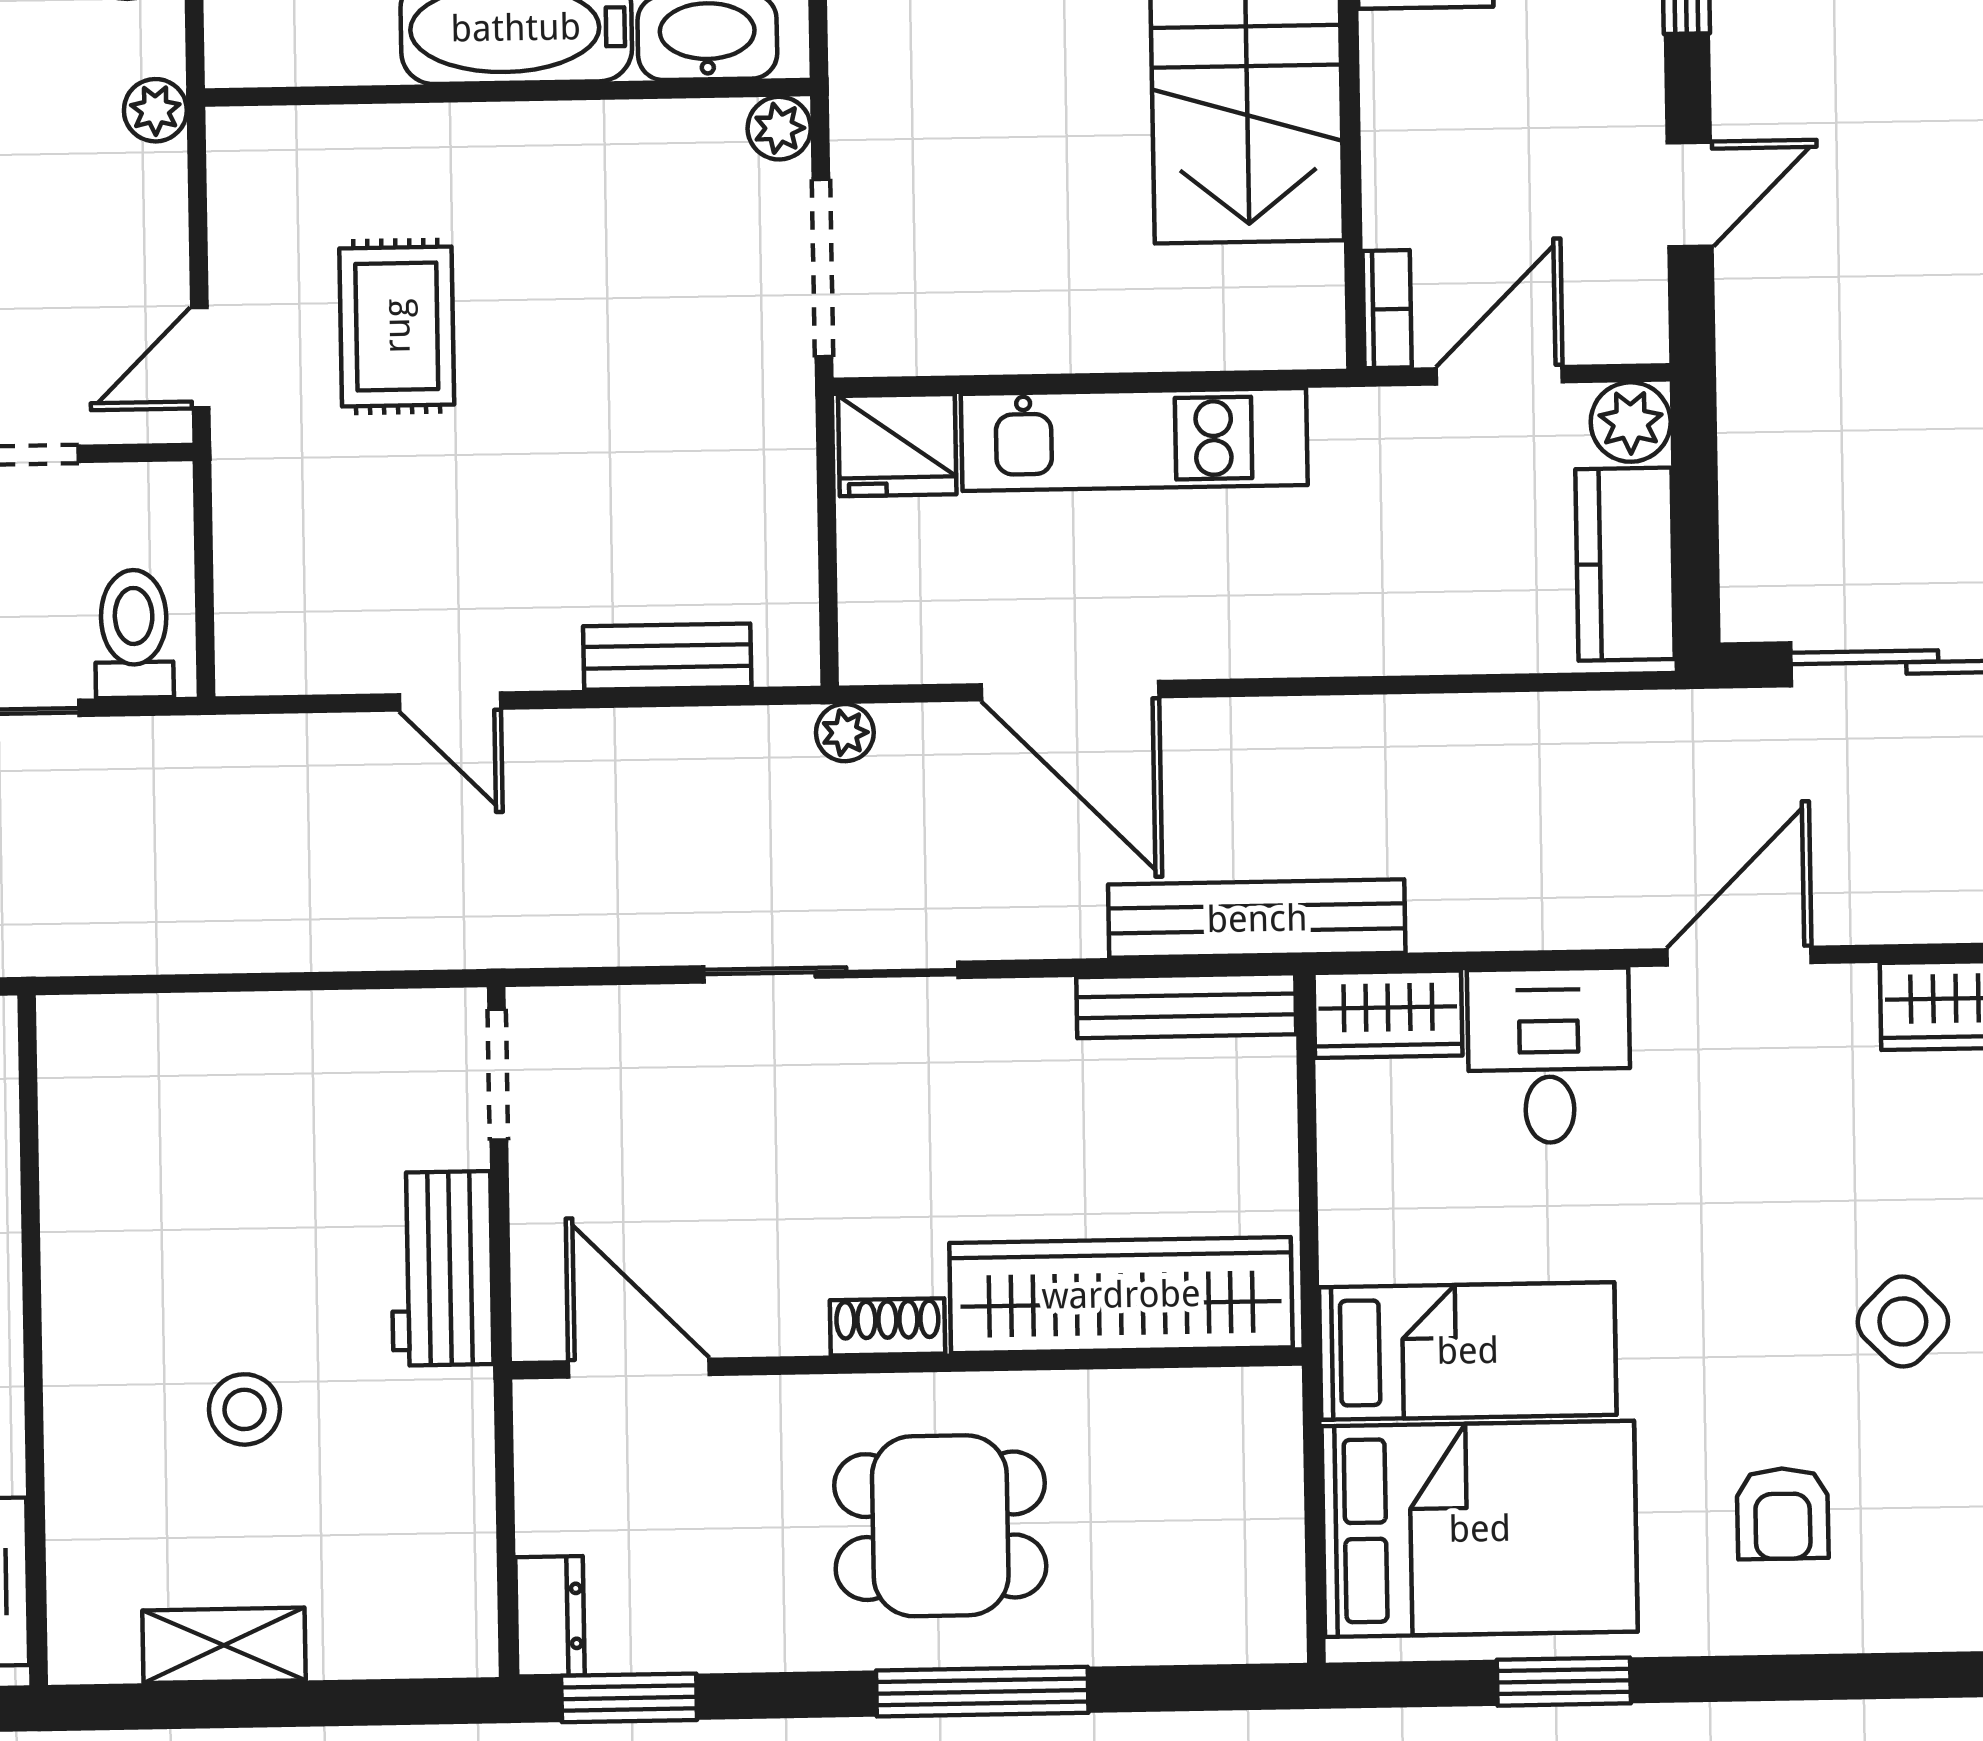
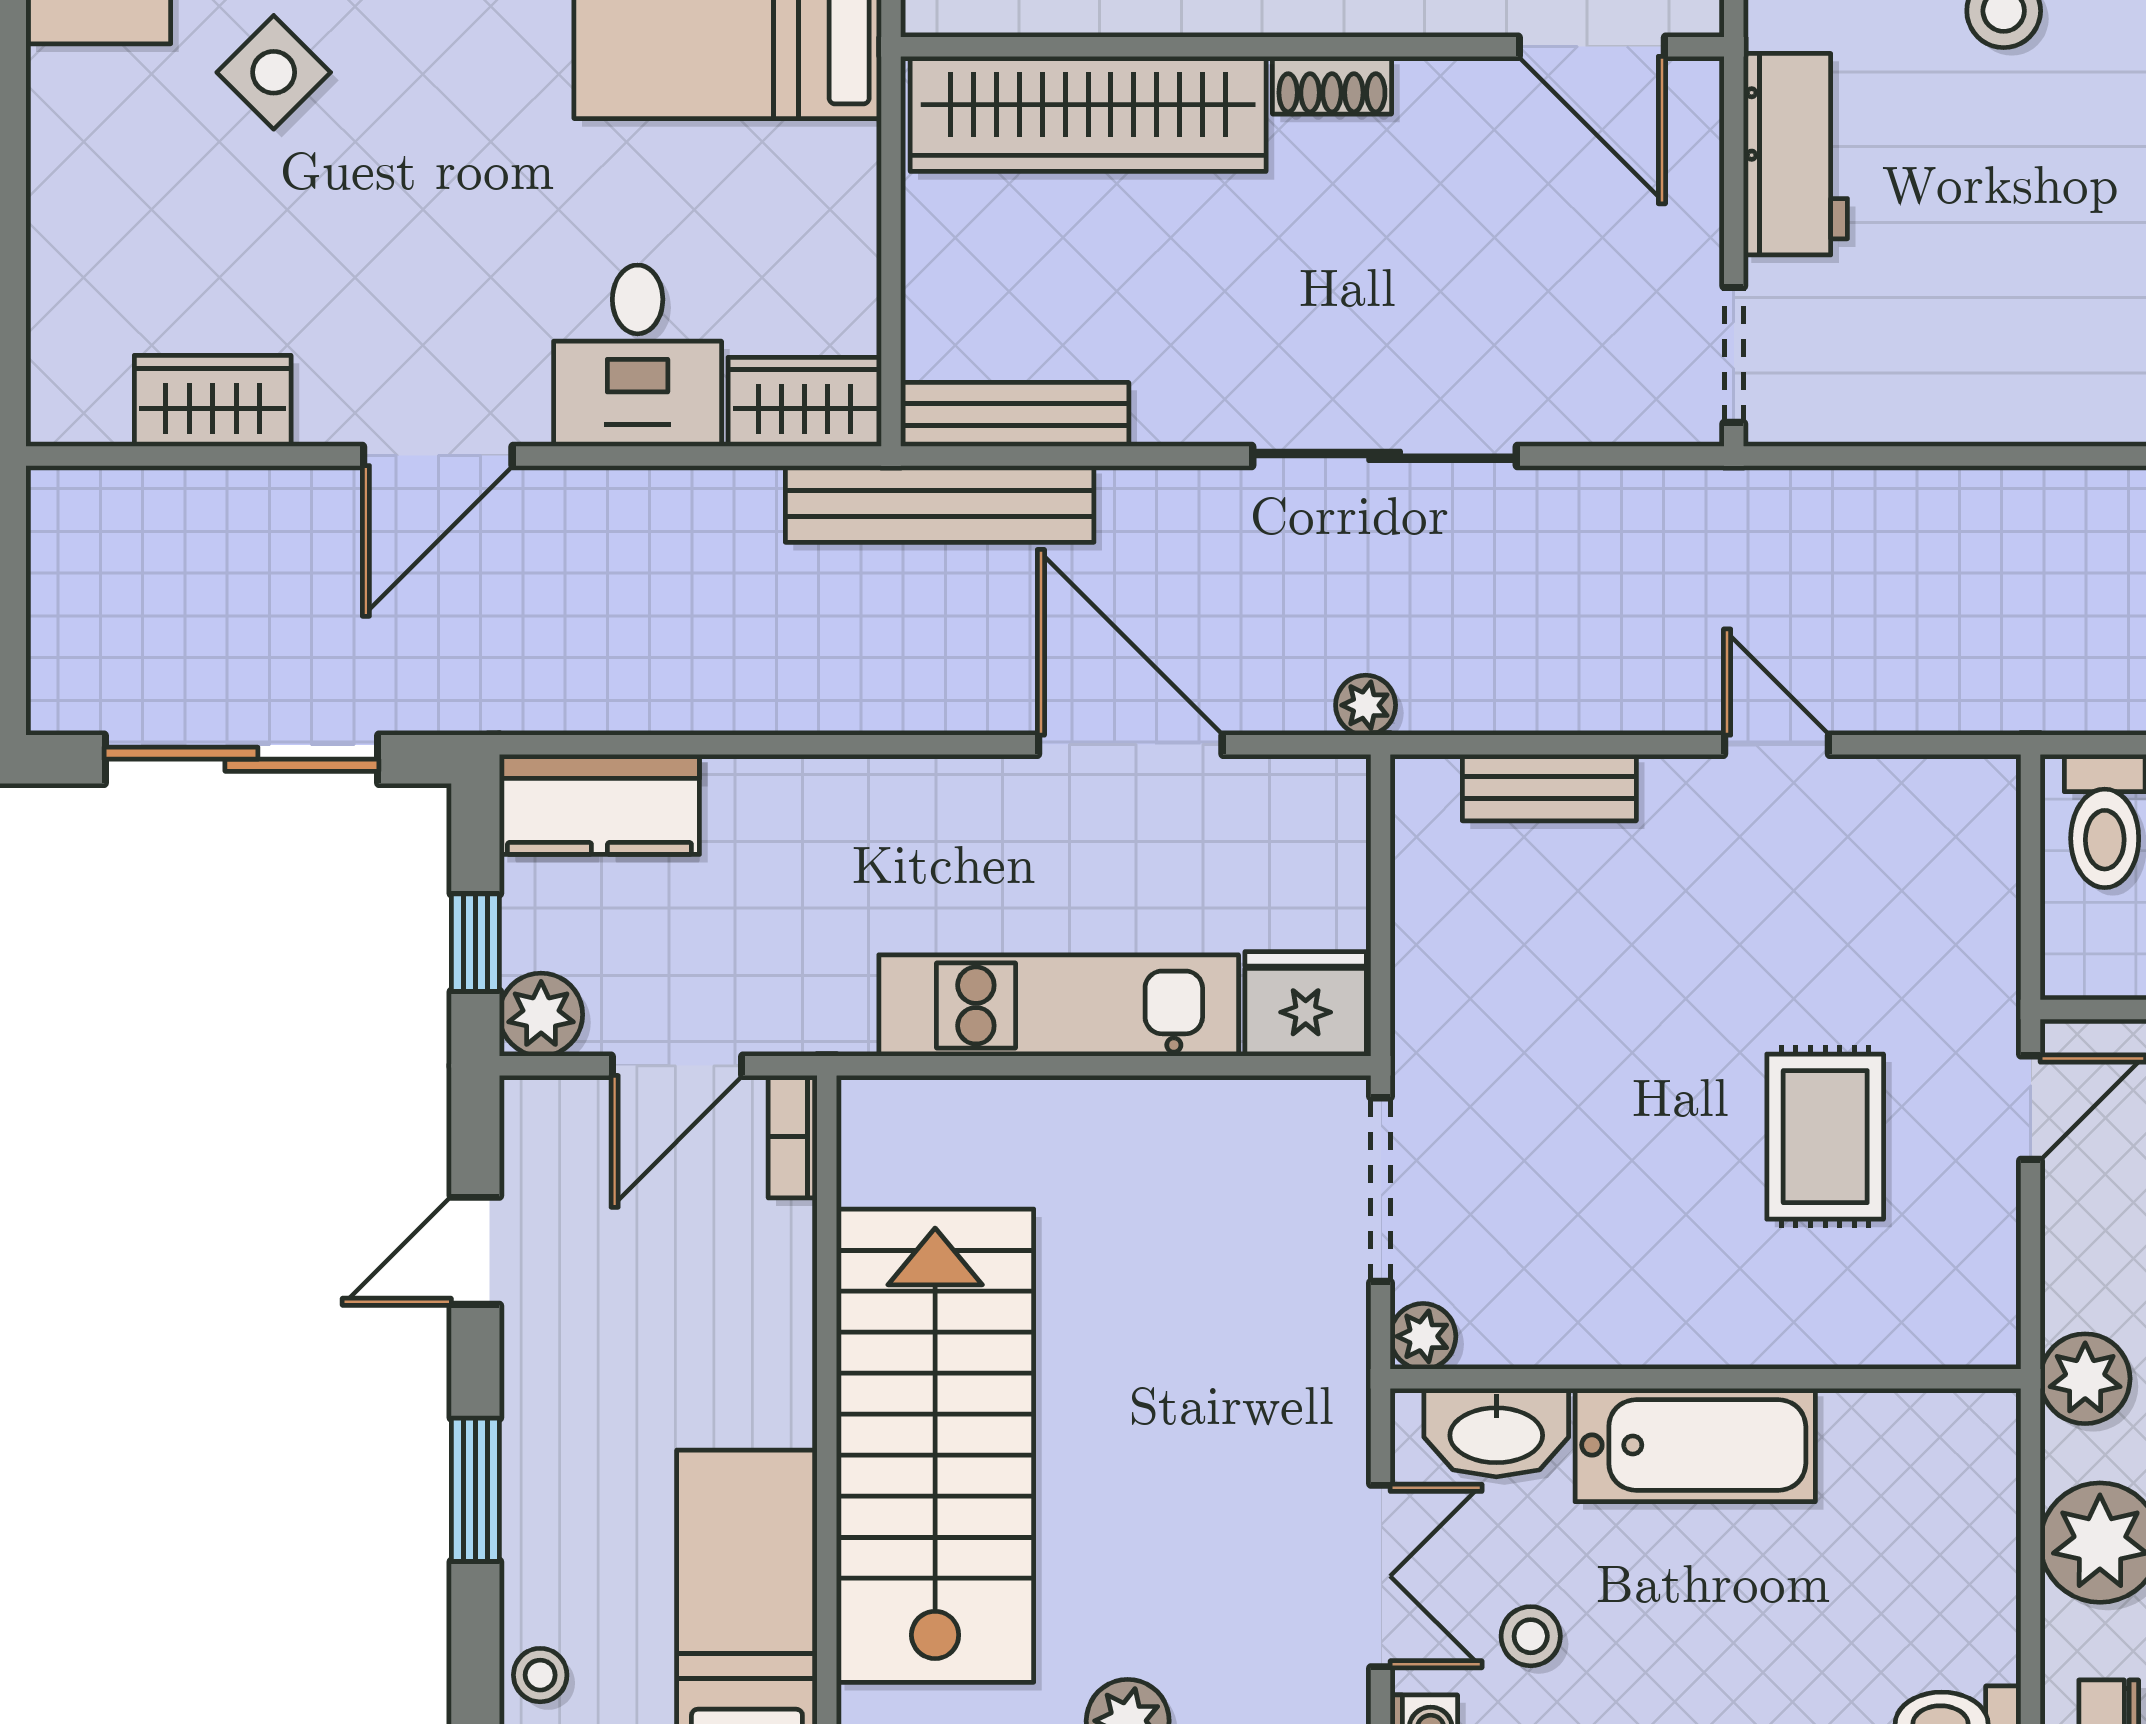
plant: (155, 110) -> (2085, 1379), width x1.38, depth x1.38
window: (1695, 490) -> (475, 943), added
kitchen counter: (1625, 564) -> (599, 804), moved, turned 90

